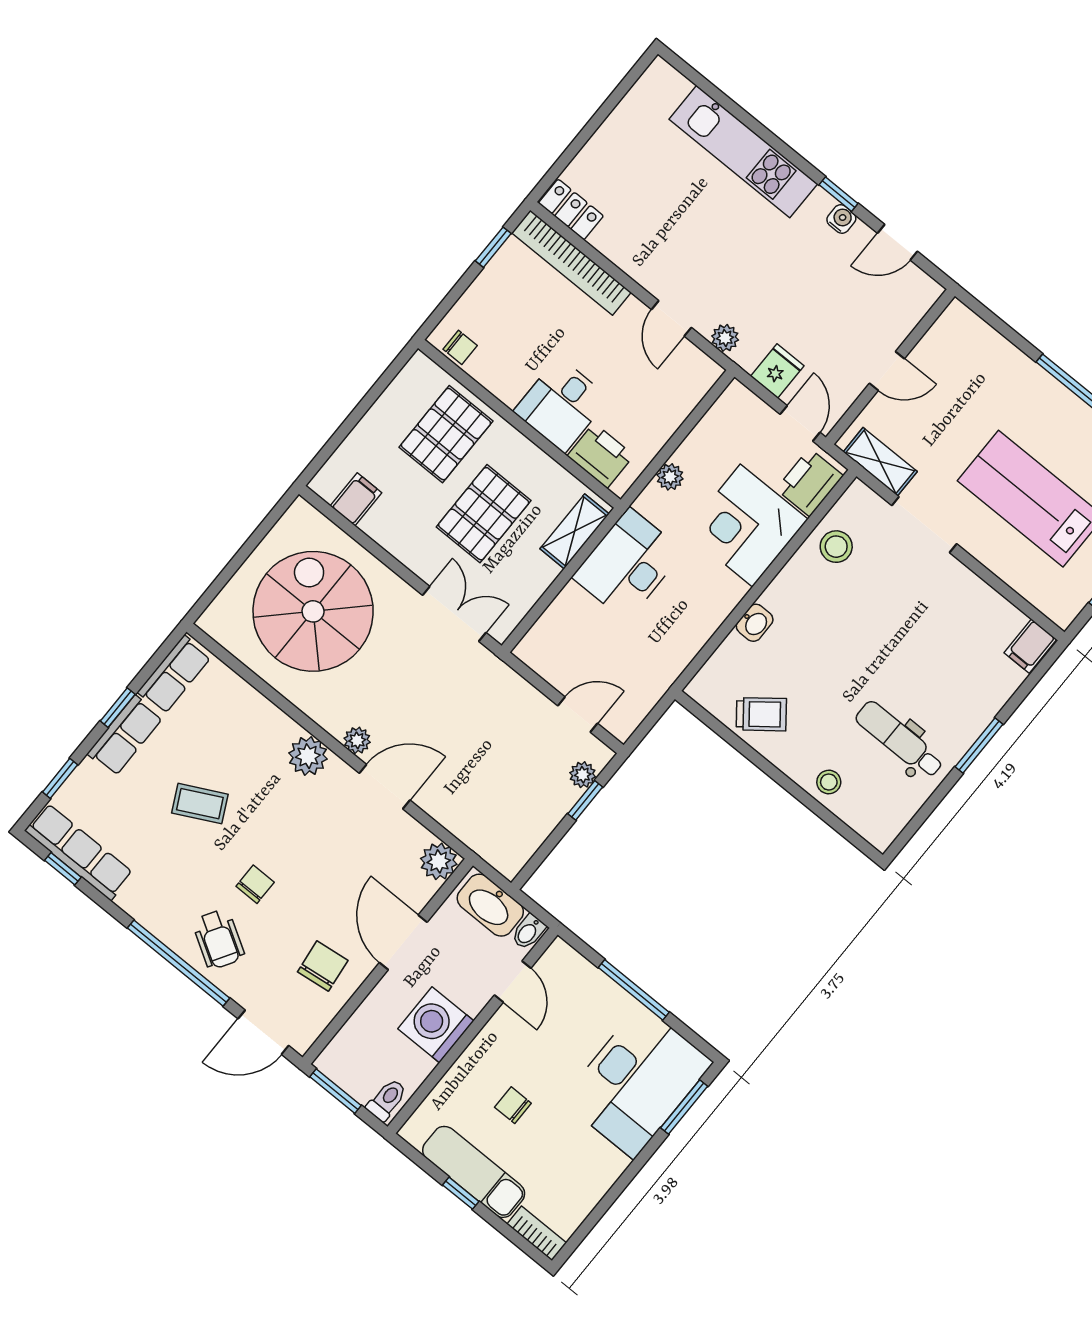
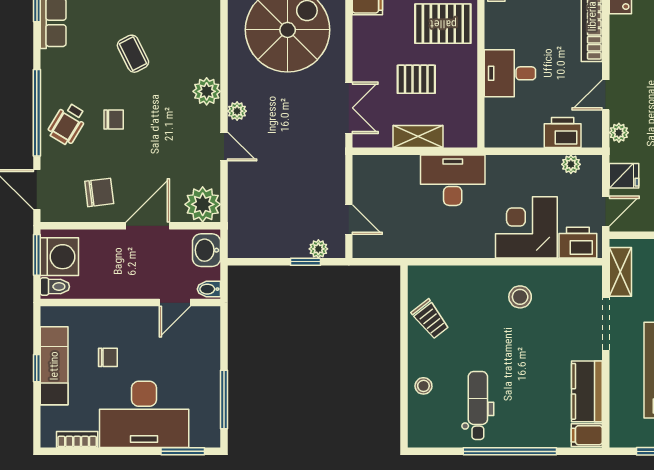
printer: (600, 456) -> (563, 133), moved, turned -90
plant: (670, 477) -> (571, 164), moved
pallet: (484, 514) -> (416, 79), width x0.67, depth x0.71
shelving: (574, 531) -> (418, 137), moved
stool: (836, 547) -> (520, 297), moved
kitchen counter: (982, 606) -> (587, 391), added
washbasin: (755, 623) -> (477, 275), removed
window: (979, 745) -> (510, 451), width x2.11
door: (385, 787) -> (224, 147), width x0.73
plant: (439, 861) -> (203, 204), width x1.36, depth x1.36
washbasin: (490, 905) -> (207, 250), width x0.72
window: (634, 990) -> (224, 399), moved
washing machine: (436, 1025) -> (59, 257), moved, turned 90
desk: (637, 1081) -> (144, 414), moved
chair: (513, 1105) -> (108, 357), turned 90
bookcase: (537, 1233) -> (77, 440), moved, turned -90

